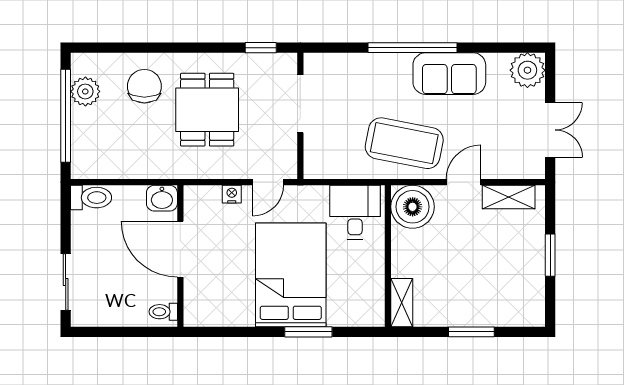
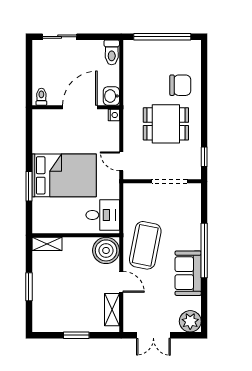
plant: (85, 91) -> (177, 49), removed
nightstand: (232, 194) -> (114, 115), moved

